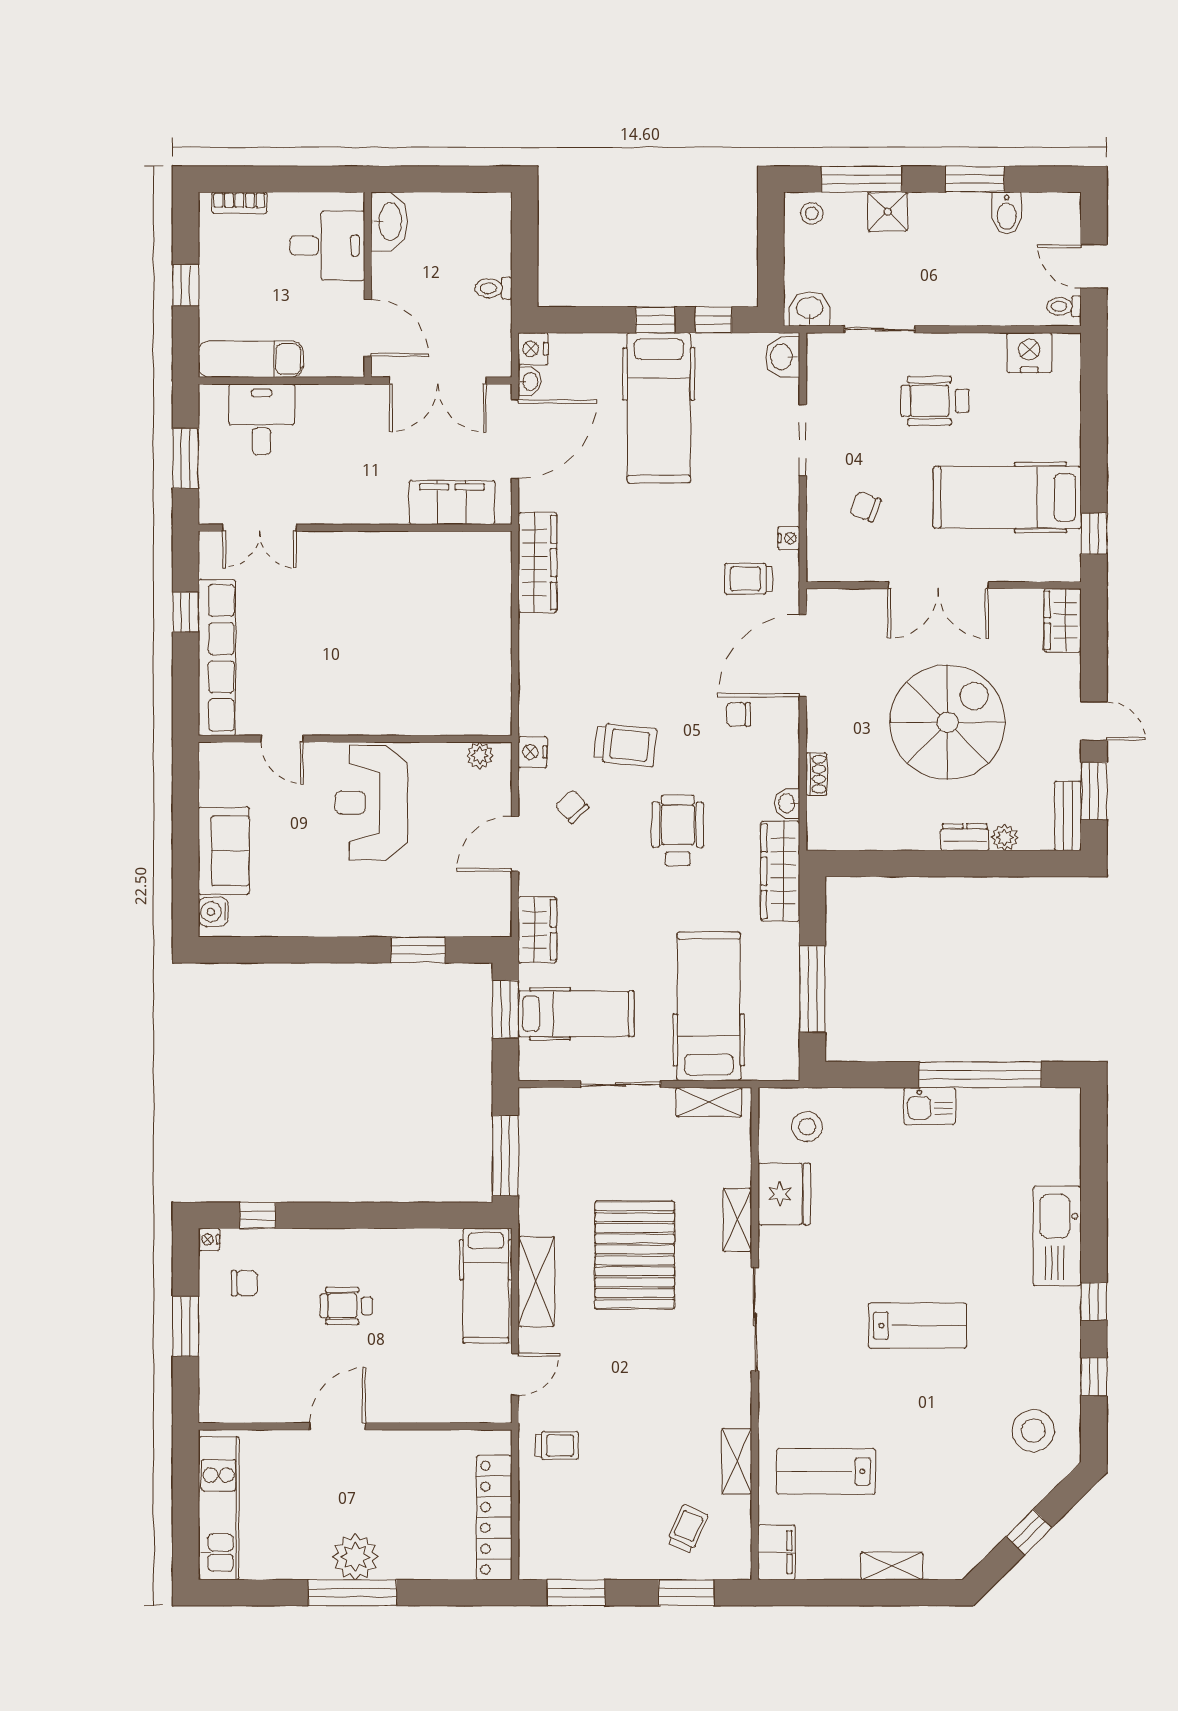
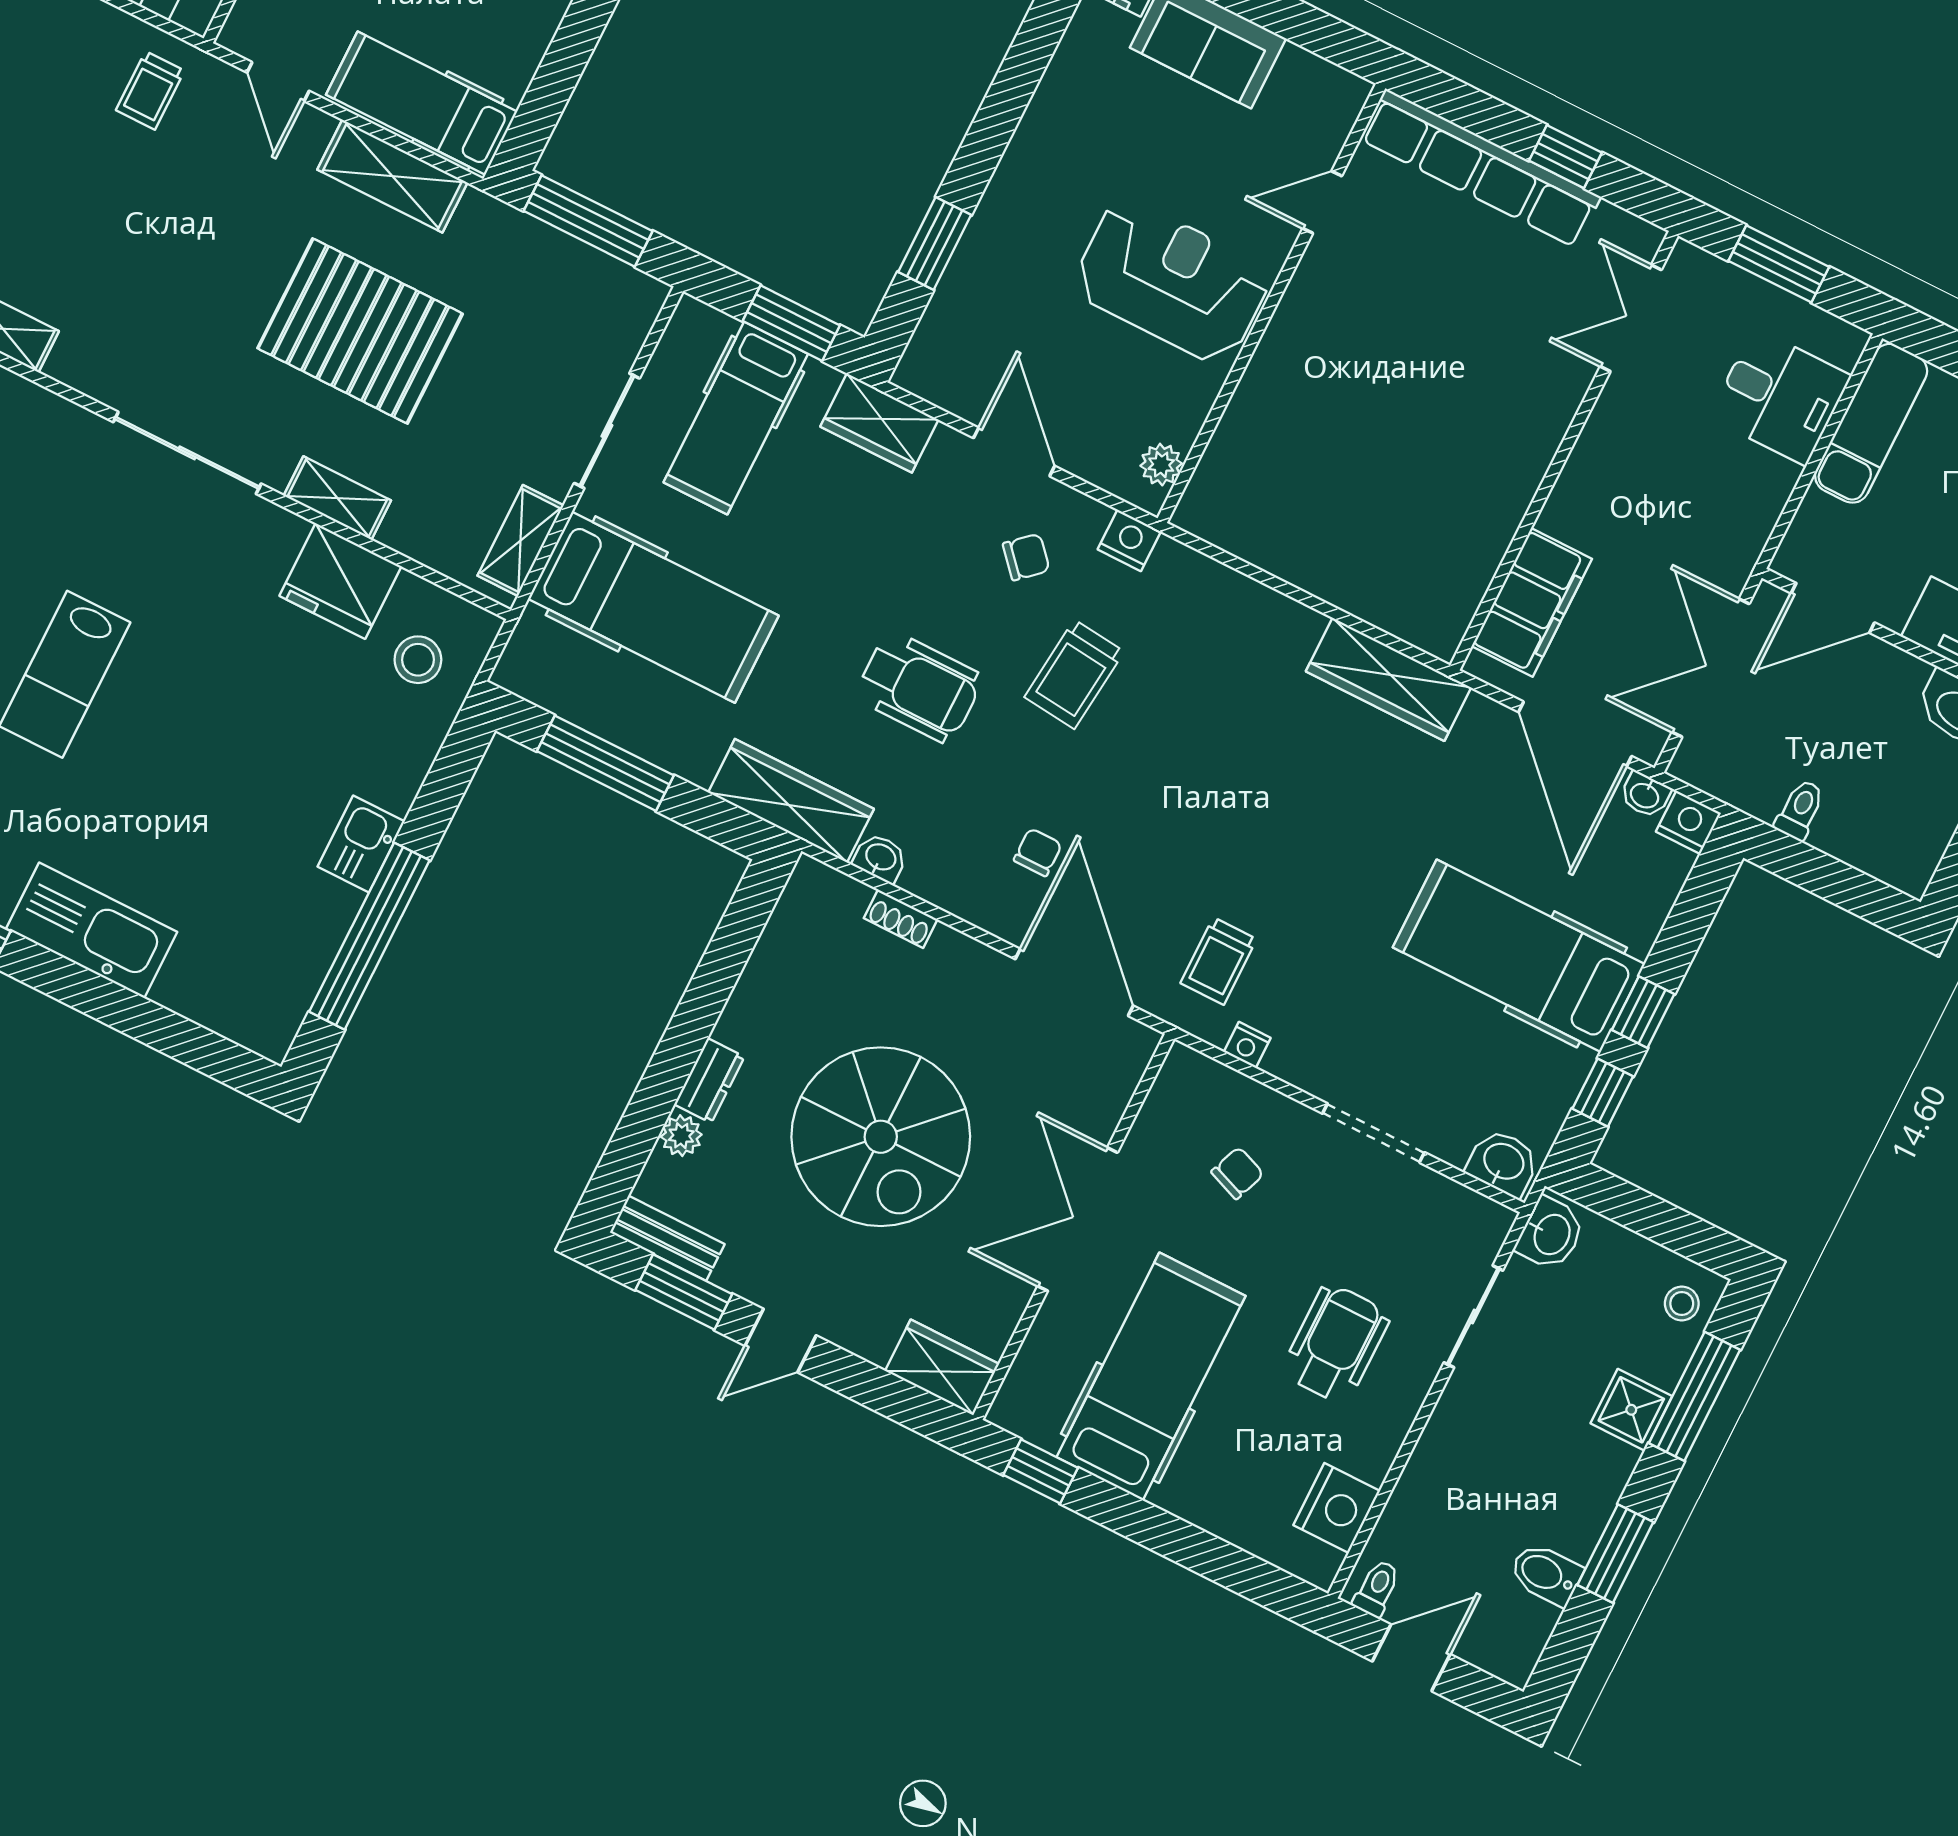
trolley: (749, 579) -> (1219, 961), turned 180

